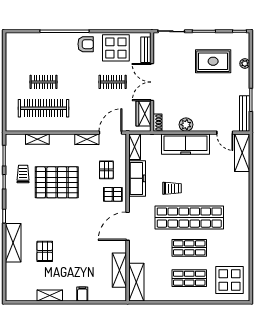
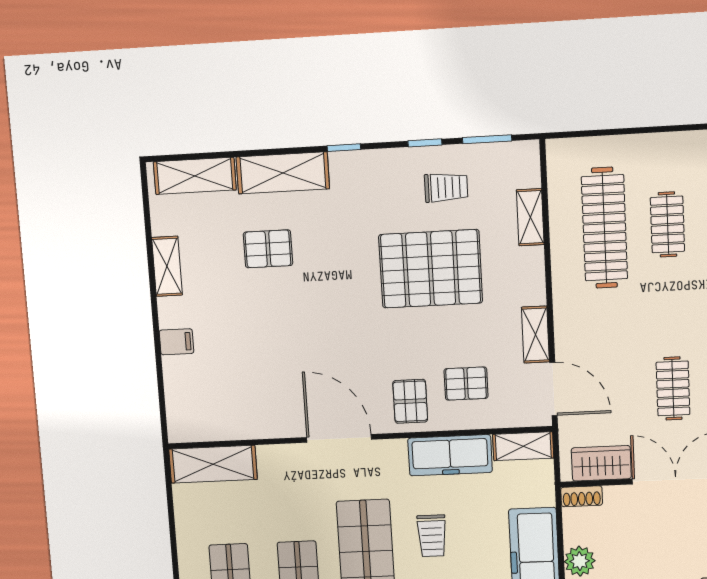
pallet: (57, 182) -> (431, 269), turned 90
shelving: (119, 270) -> (195, 176), moved

